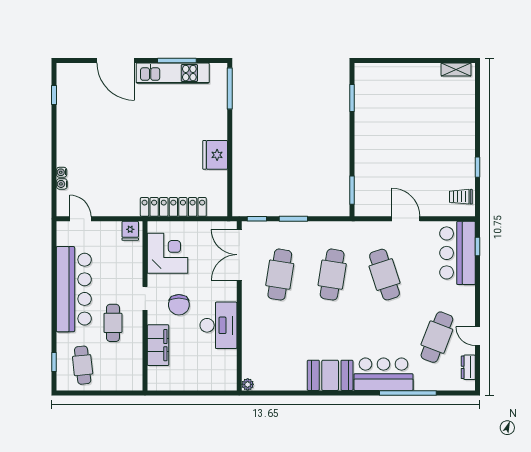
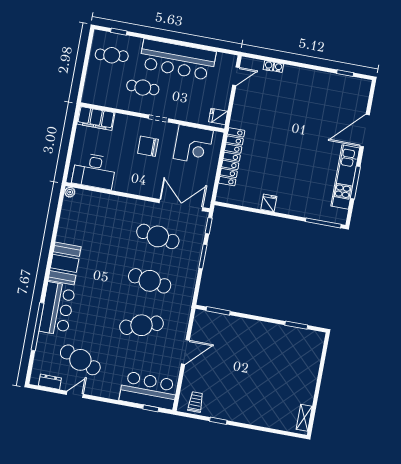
fridge: (215, 155) -> (269, 203), width x0.53, depth x0.75
desk: (218, 325) -> (94, 171), moved
filing cabinet: (158, 345) -> (96, 118), moved

